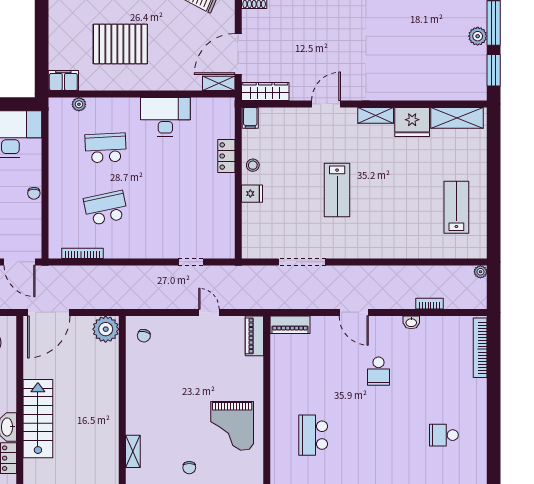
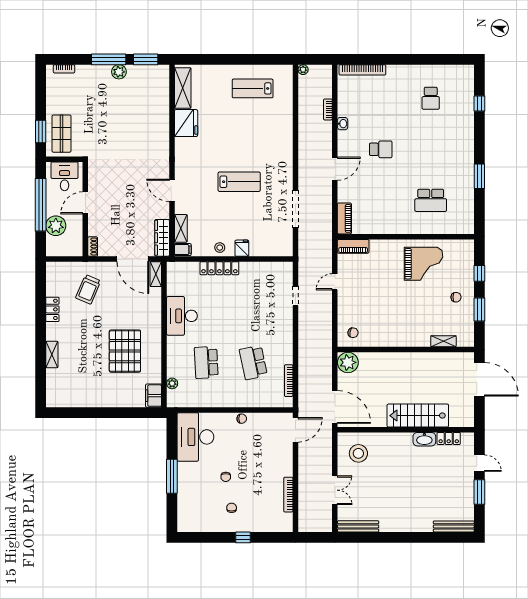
shelving: (376, 115) -> (181, 228), moved
locker: (226, 156) -> (219, 268), width x1.53

